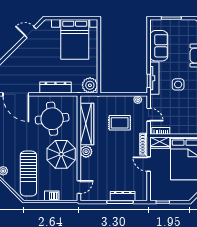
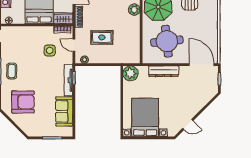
side table: (178, 84) -> (50, 50), moved
wardrobe: (87, 124) -> (133, 36), removed

